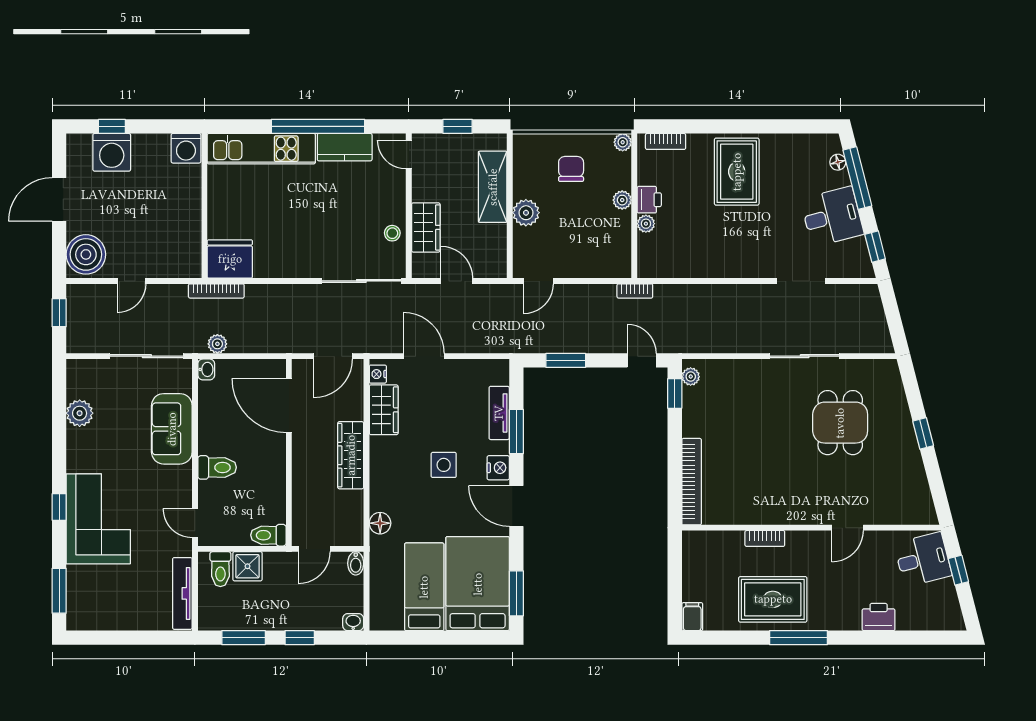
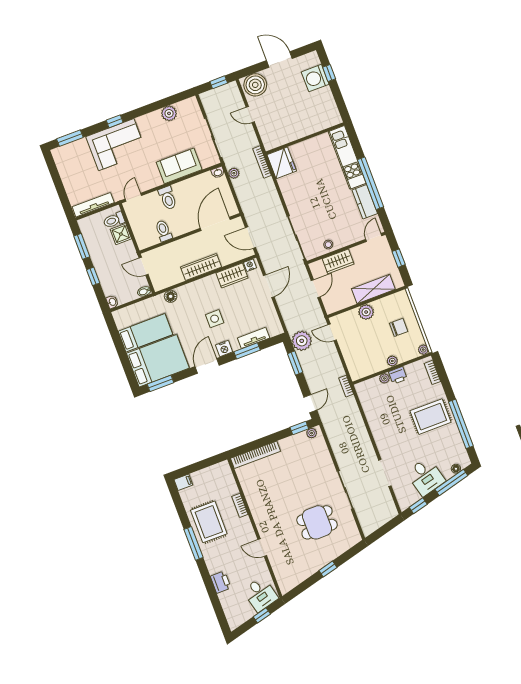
window: (767, 126) -> (461, 424), added
washing machine: (186, 148) -> (332, 117), removed
plant: (534, 336) -> (302, 341), added
toilet: (268, 535) -> (164, 231), moved

